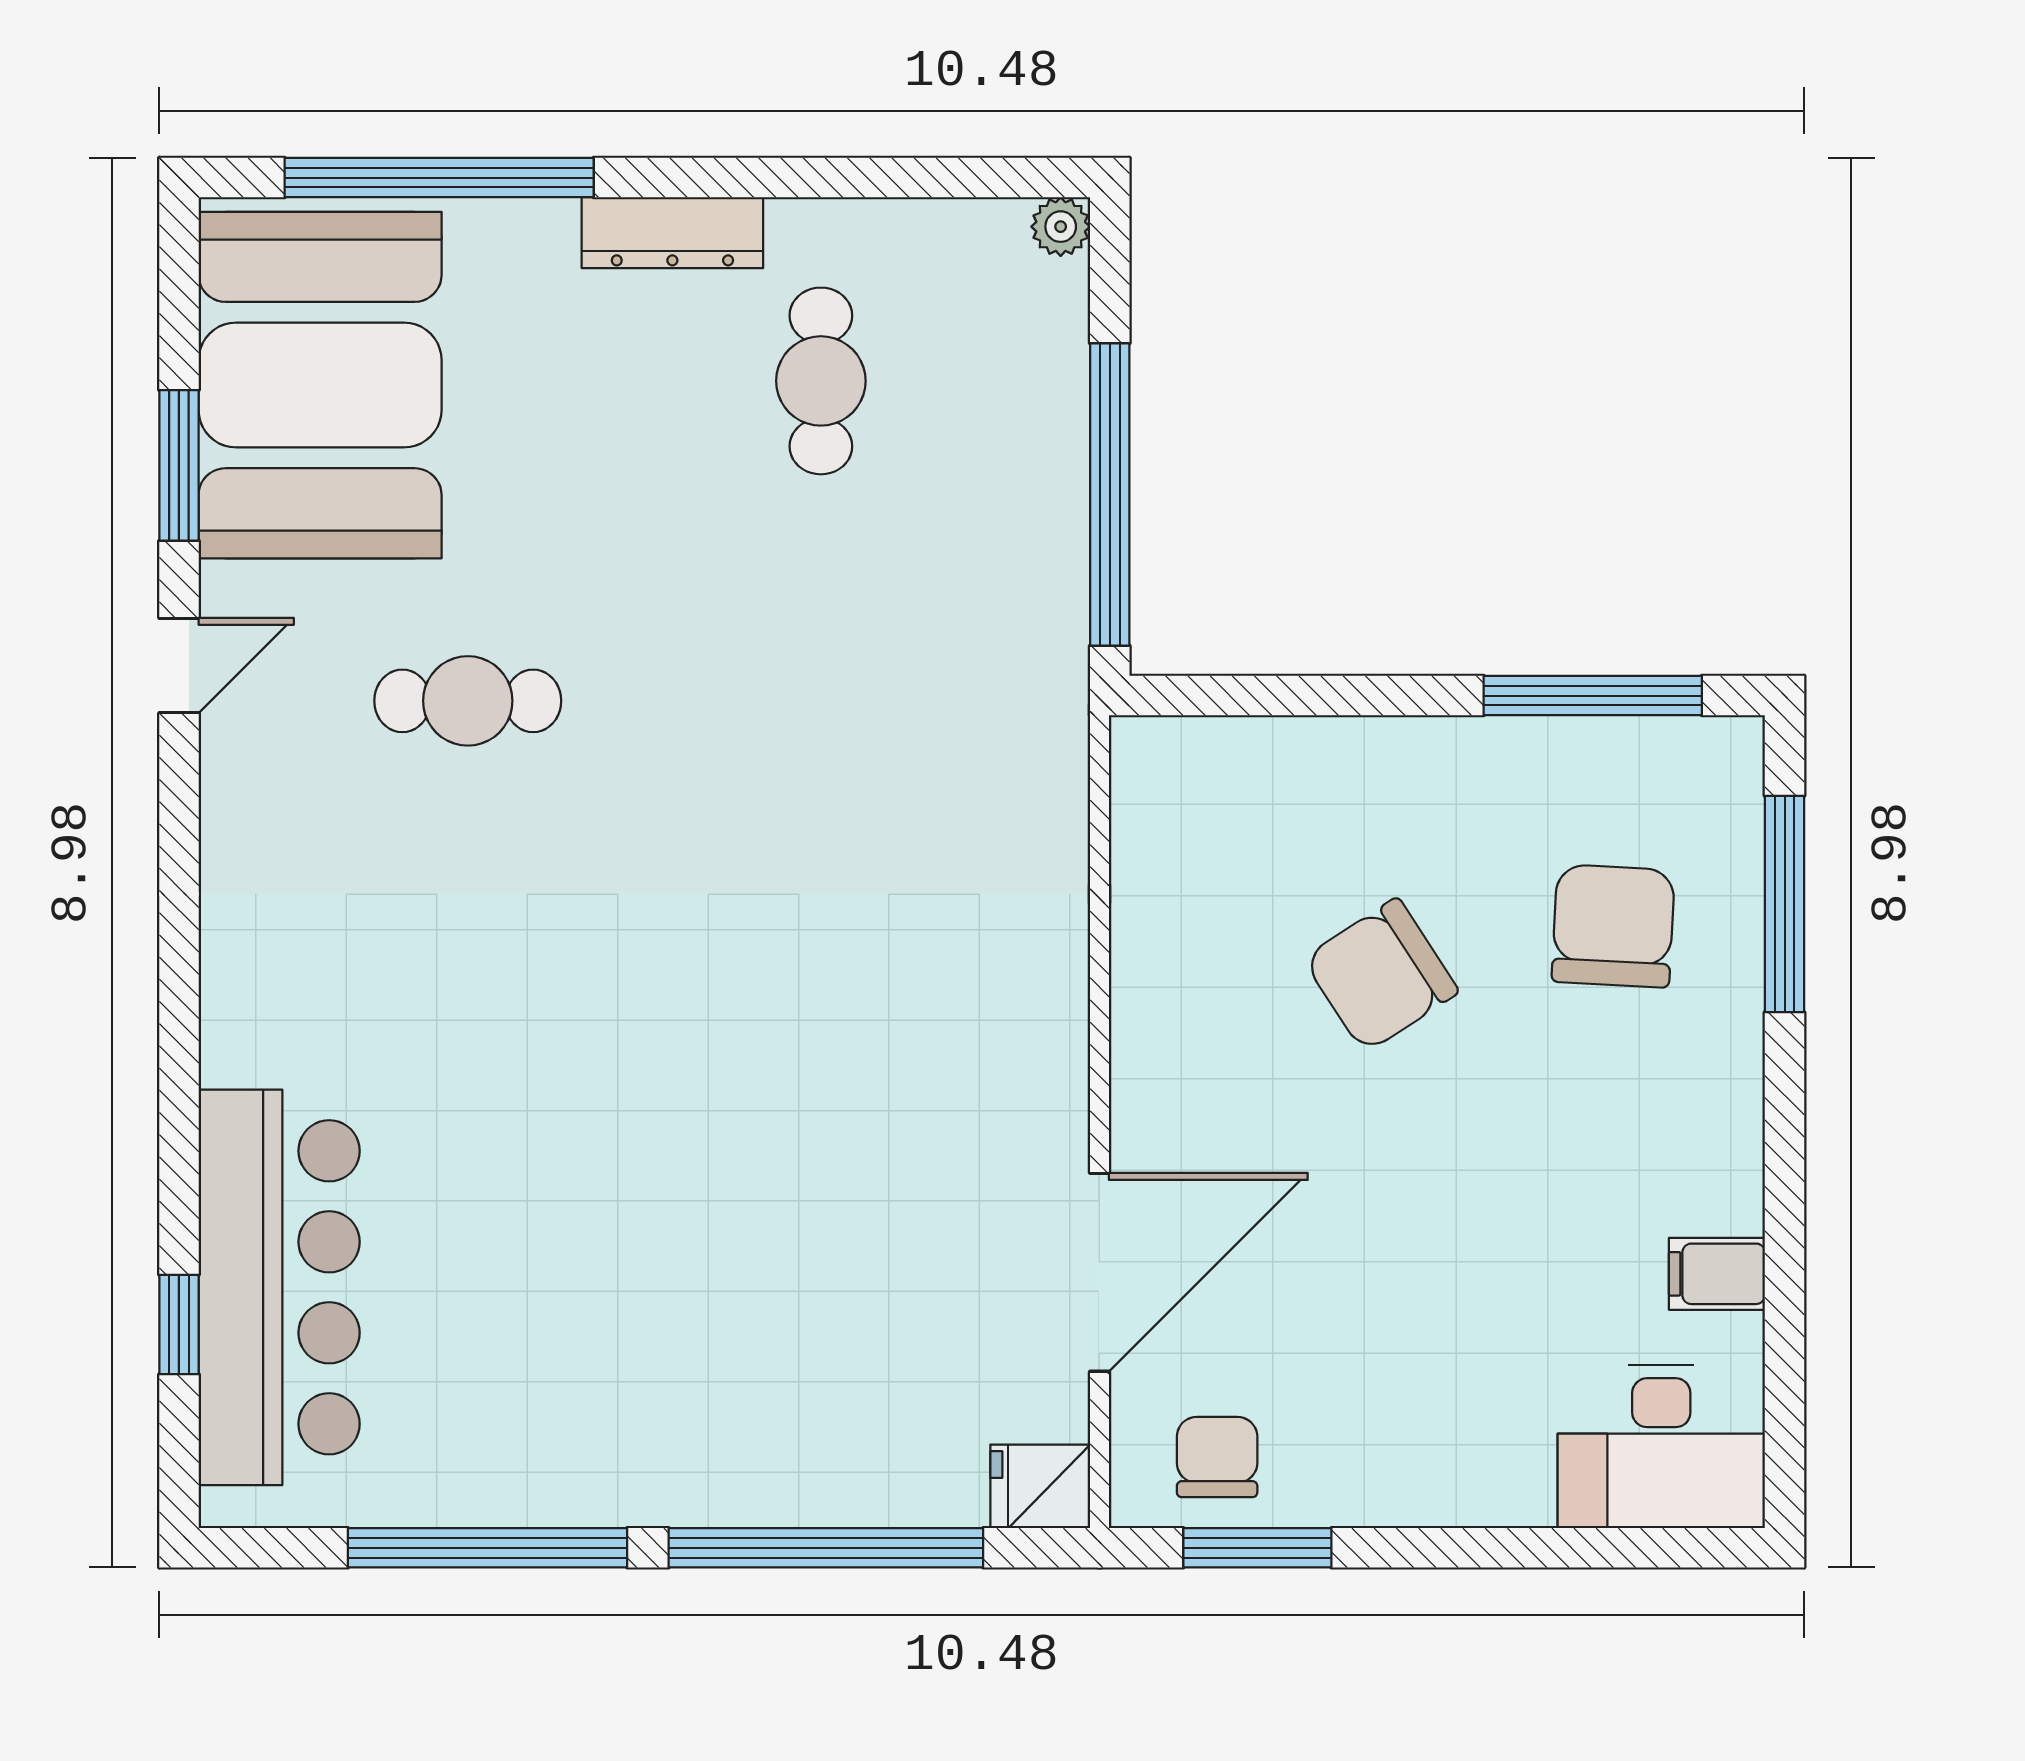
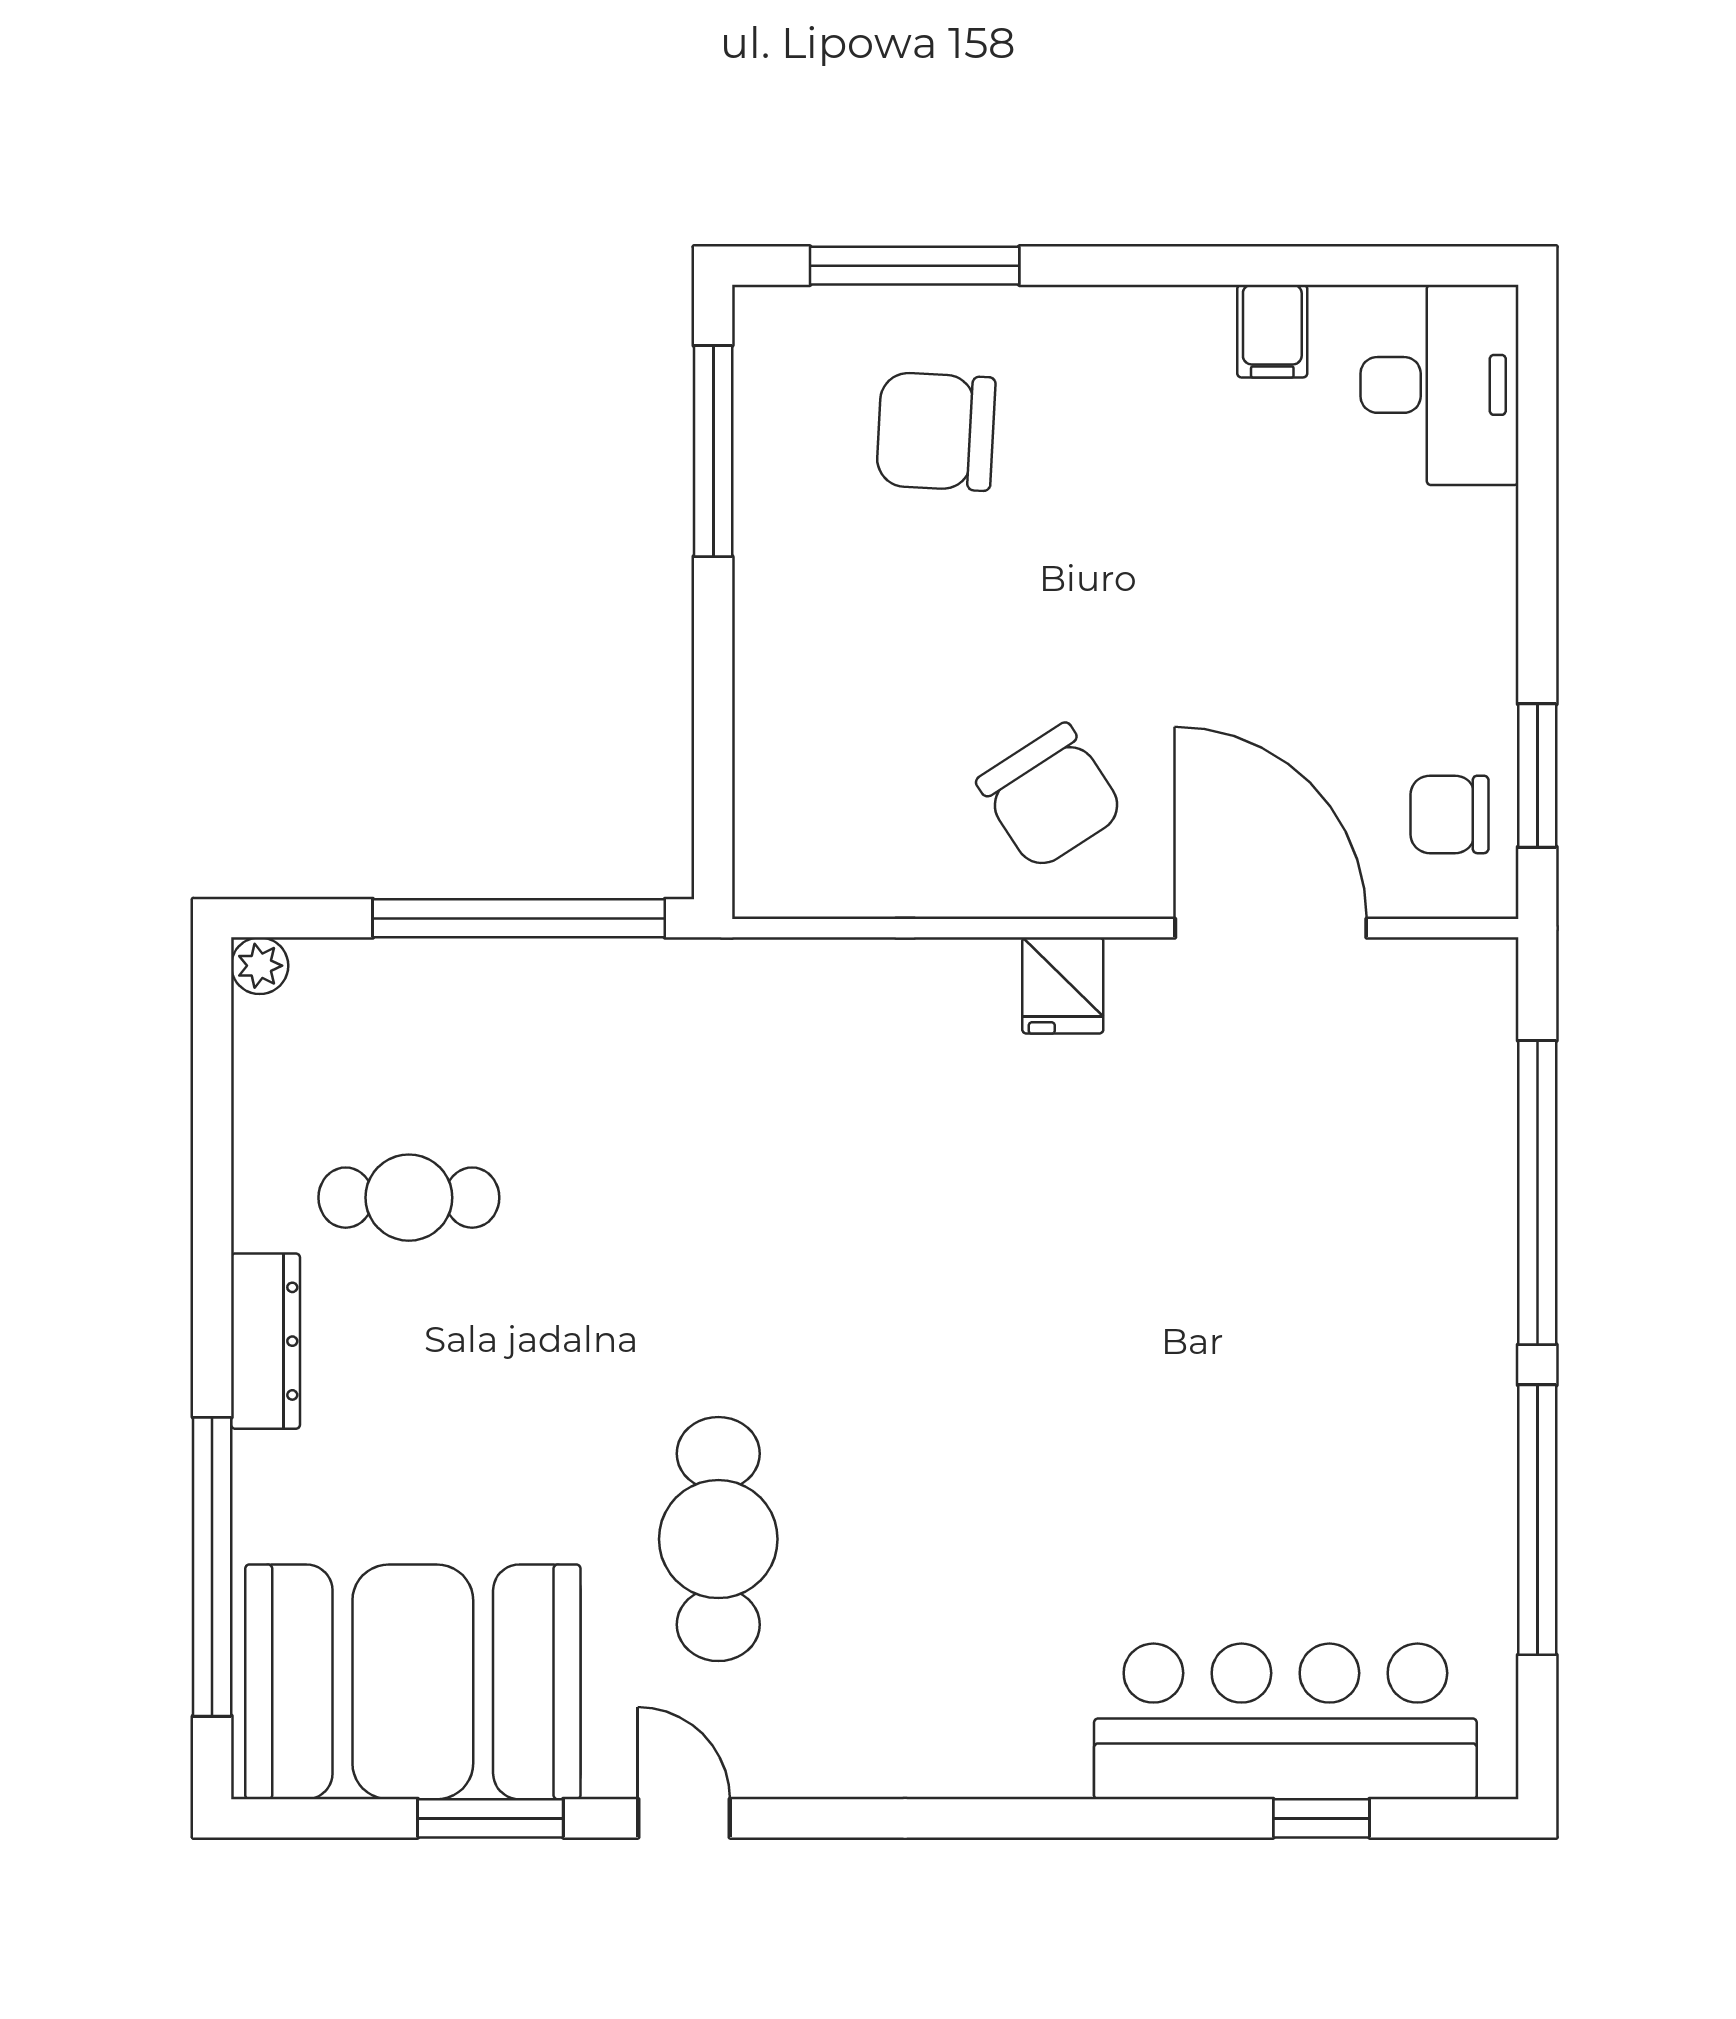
cafe table: (468, 701) -> (718, 1539), width x1.37, depth x1.35
chair: (1381, 975) -> (1051, 797), moved
fridge: (1040, 1486) -> (1063, 985), moved

